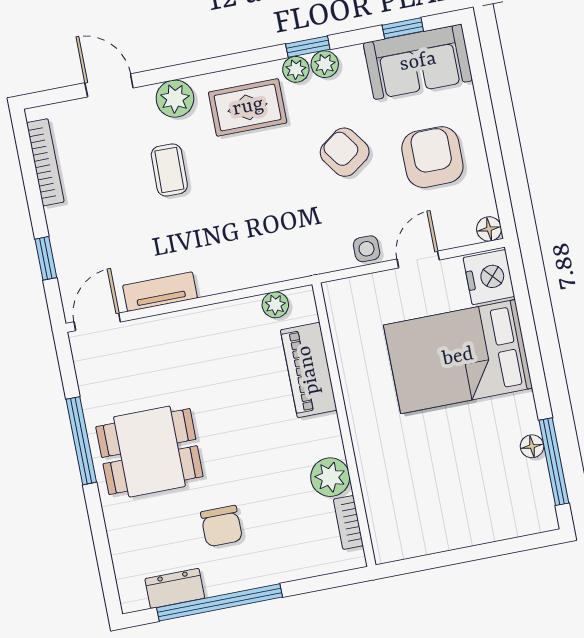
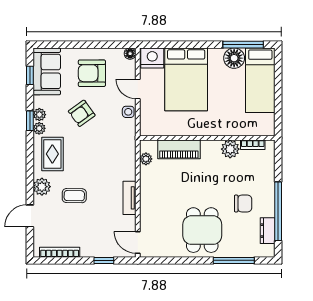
tv unit: (160, 292) -> (129, 198), moved
window: (81, 441) -> (234, 260), moved
floor lamp: (532, 446) -> (234, 58), width x1.89, depth x1.89
bed: (486, 512) -> (260, 80), added

